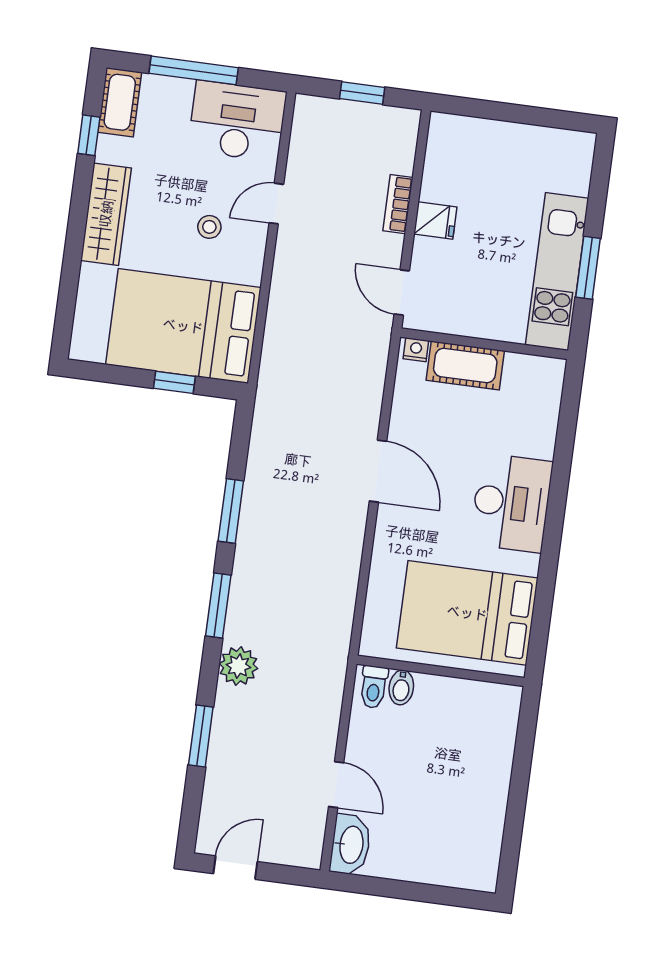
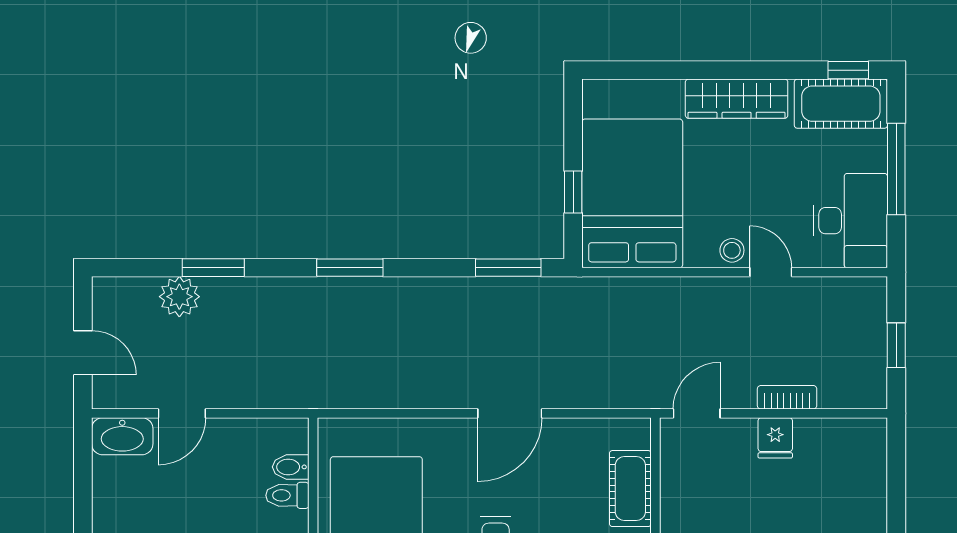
cot: (120, 102) -> (841, 104), width x1.37, depth x1.34
window: (89, 135) -> (848, 70), moved
stool: (209, 227) -> (732, 250), moved
nightstand: (416, 350) -> (640, 436), removed
window: (231, 511) -> (508, 268), moved
plant: (238, 666) -> (179, 297), moved
toilet: (374, 687) -> (287, 495), moved
door: (235, 868) -> (83, 353), moved

